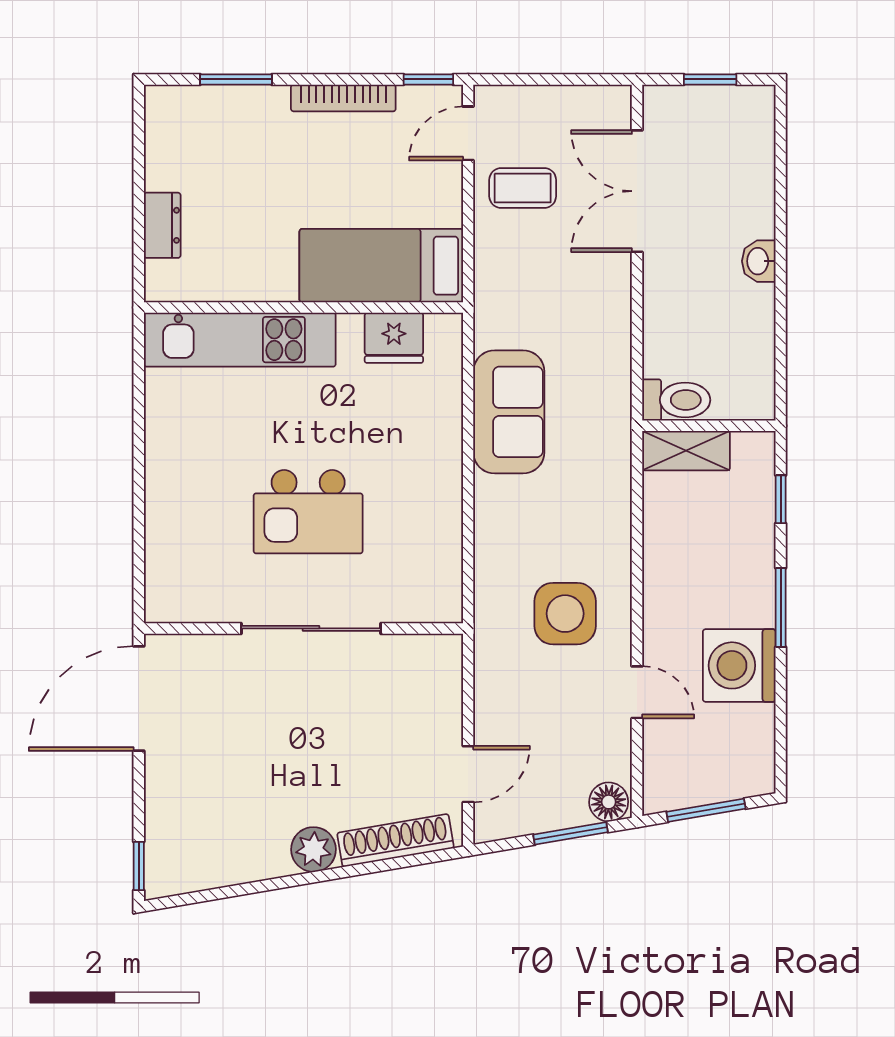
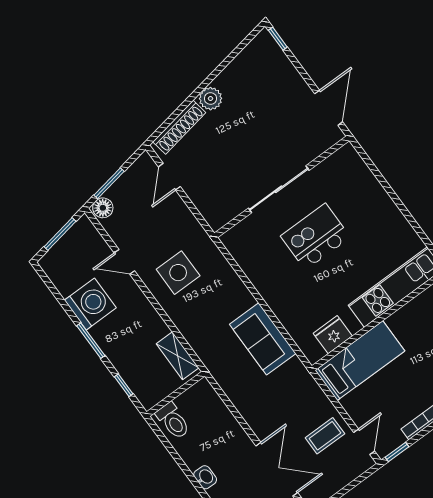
toilet: (676, 400) -> (173, 421), moved, turned -90
shelving: (686, 451) -> (178, 356), moved, turned 90
door: (139, 698) -> (329, 108), width x0.73

